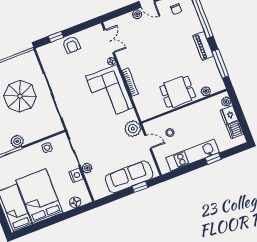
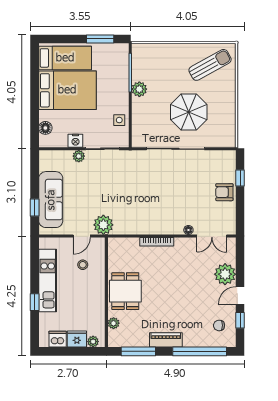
plant: (137, 14) -> (225, 274), width x1.87, depth x1.87
corner sofa: (110, 92) -> (155, 215), removed

